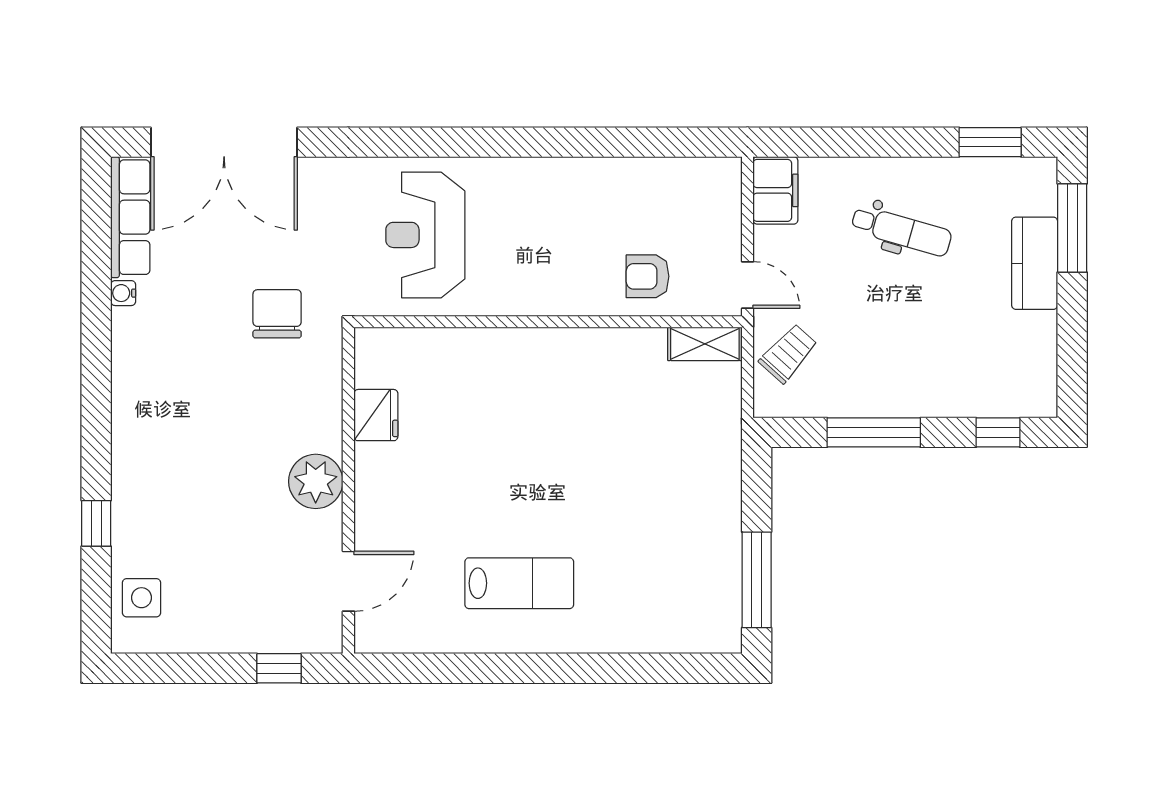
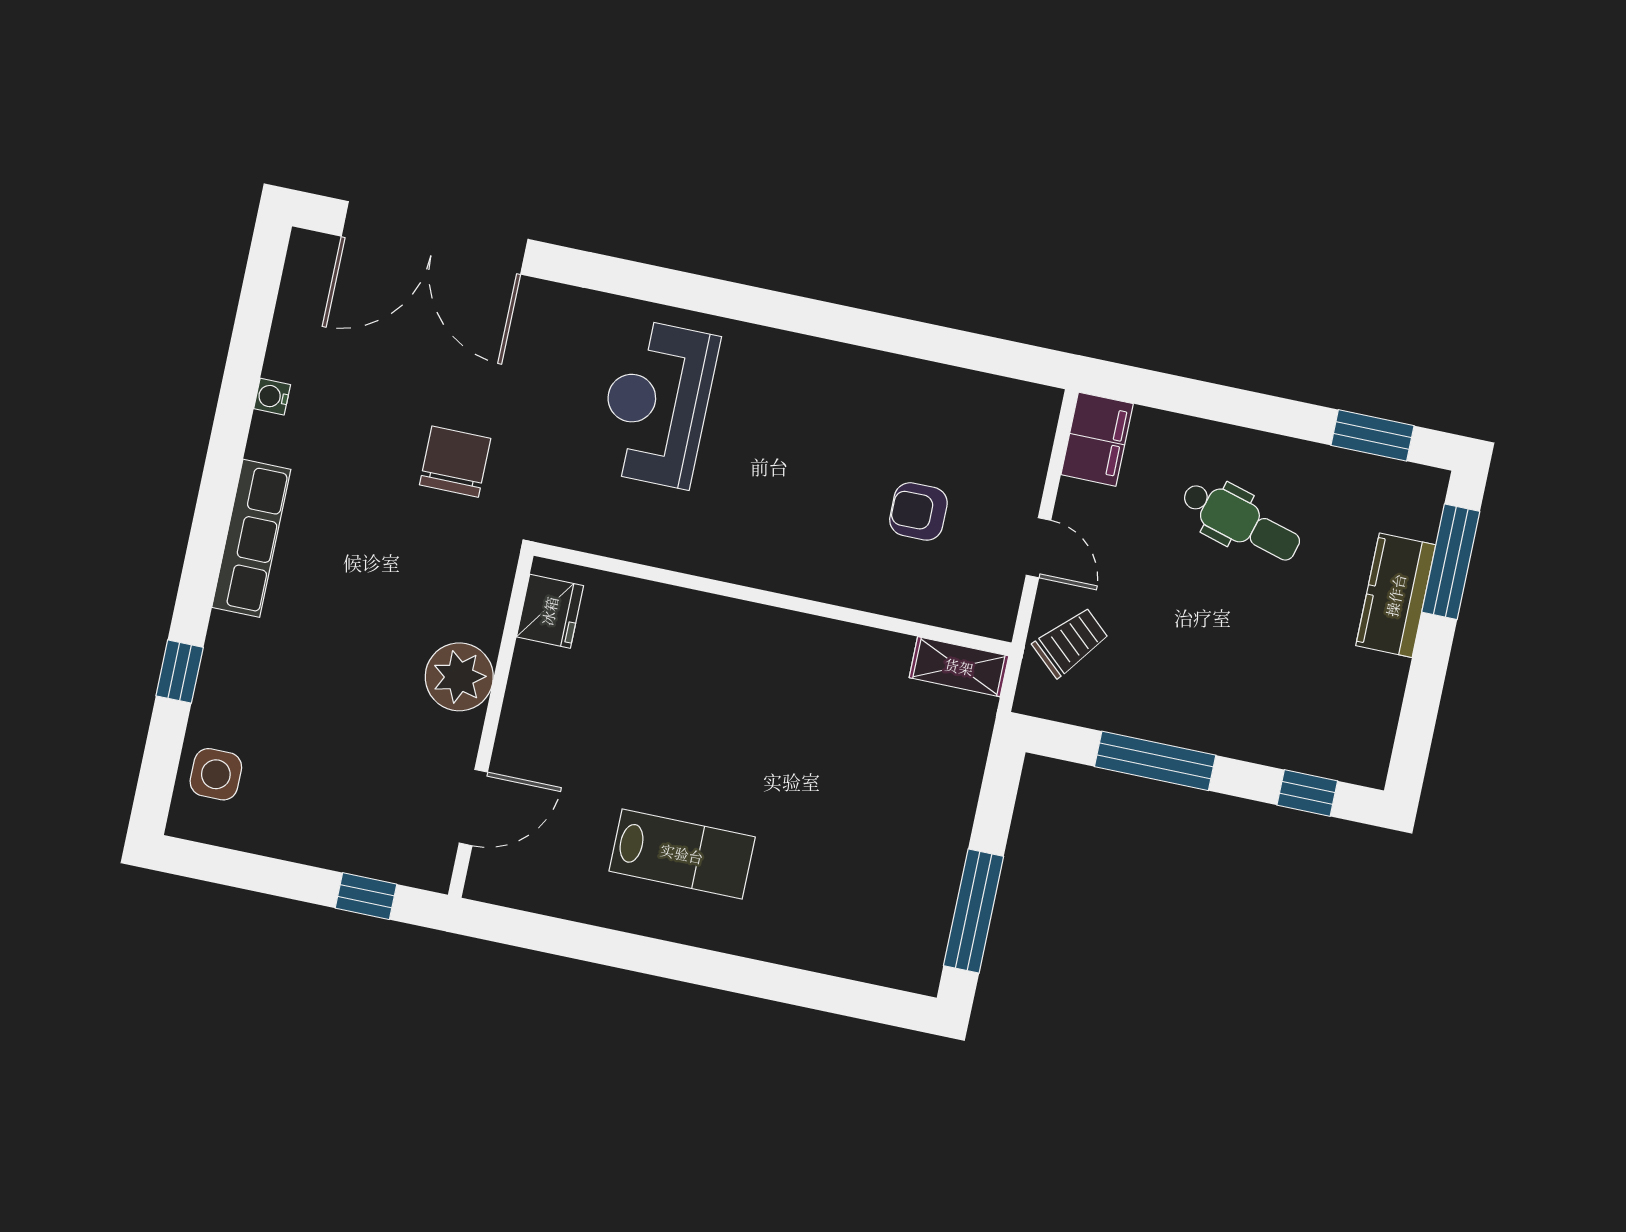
row of seats: (130, 217) -> (251, 538), moved
wall: (548, 322) -> (773, 599), moved
shelving: (705, 344) -> (959, 667), moved

